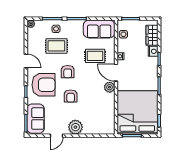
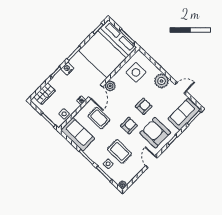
nightstand: (153, 51) -> (67, 69), moved
side table: (100, 115) -> (136, 72), added

